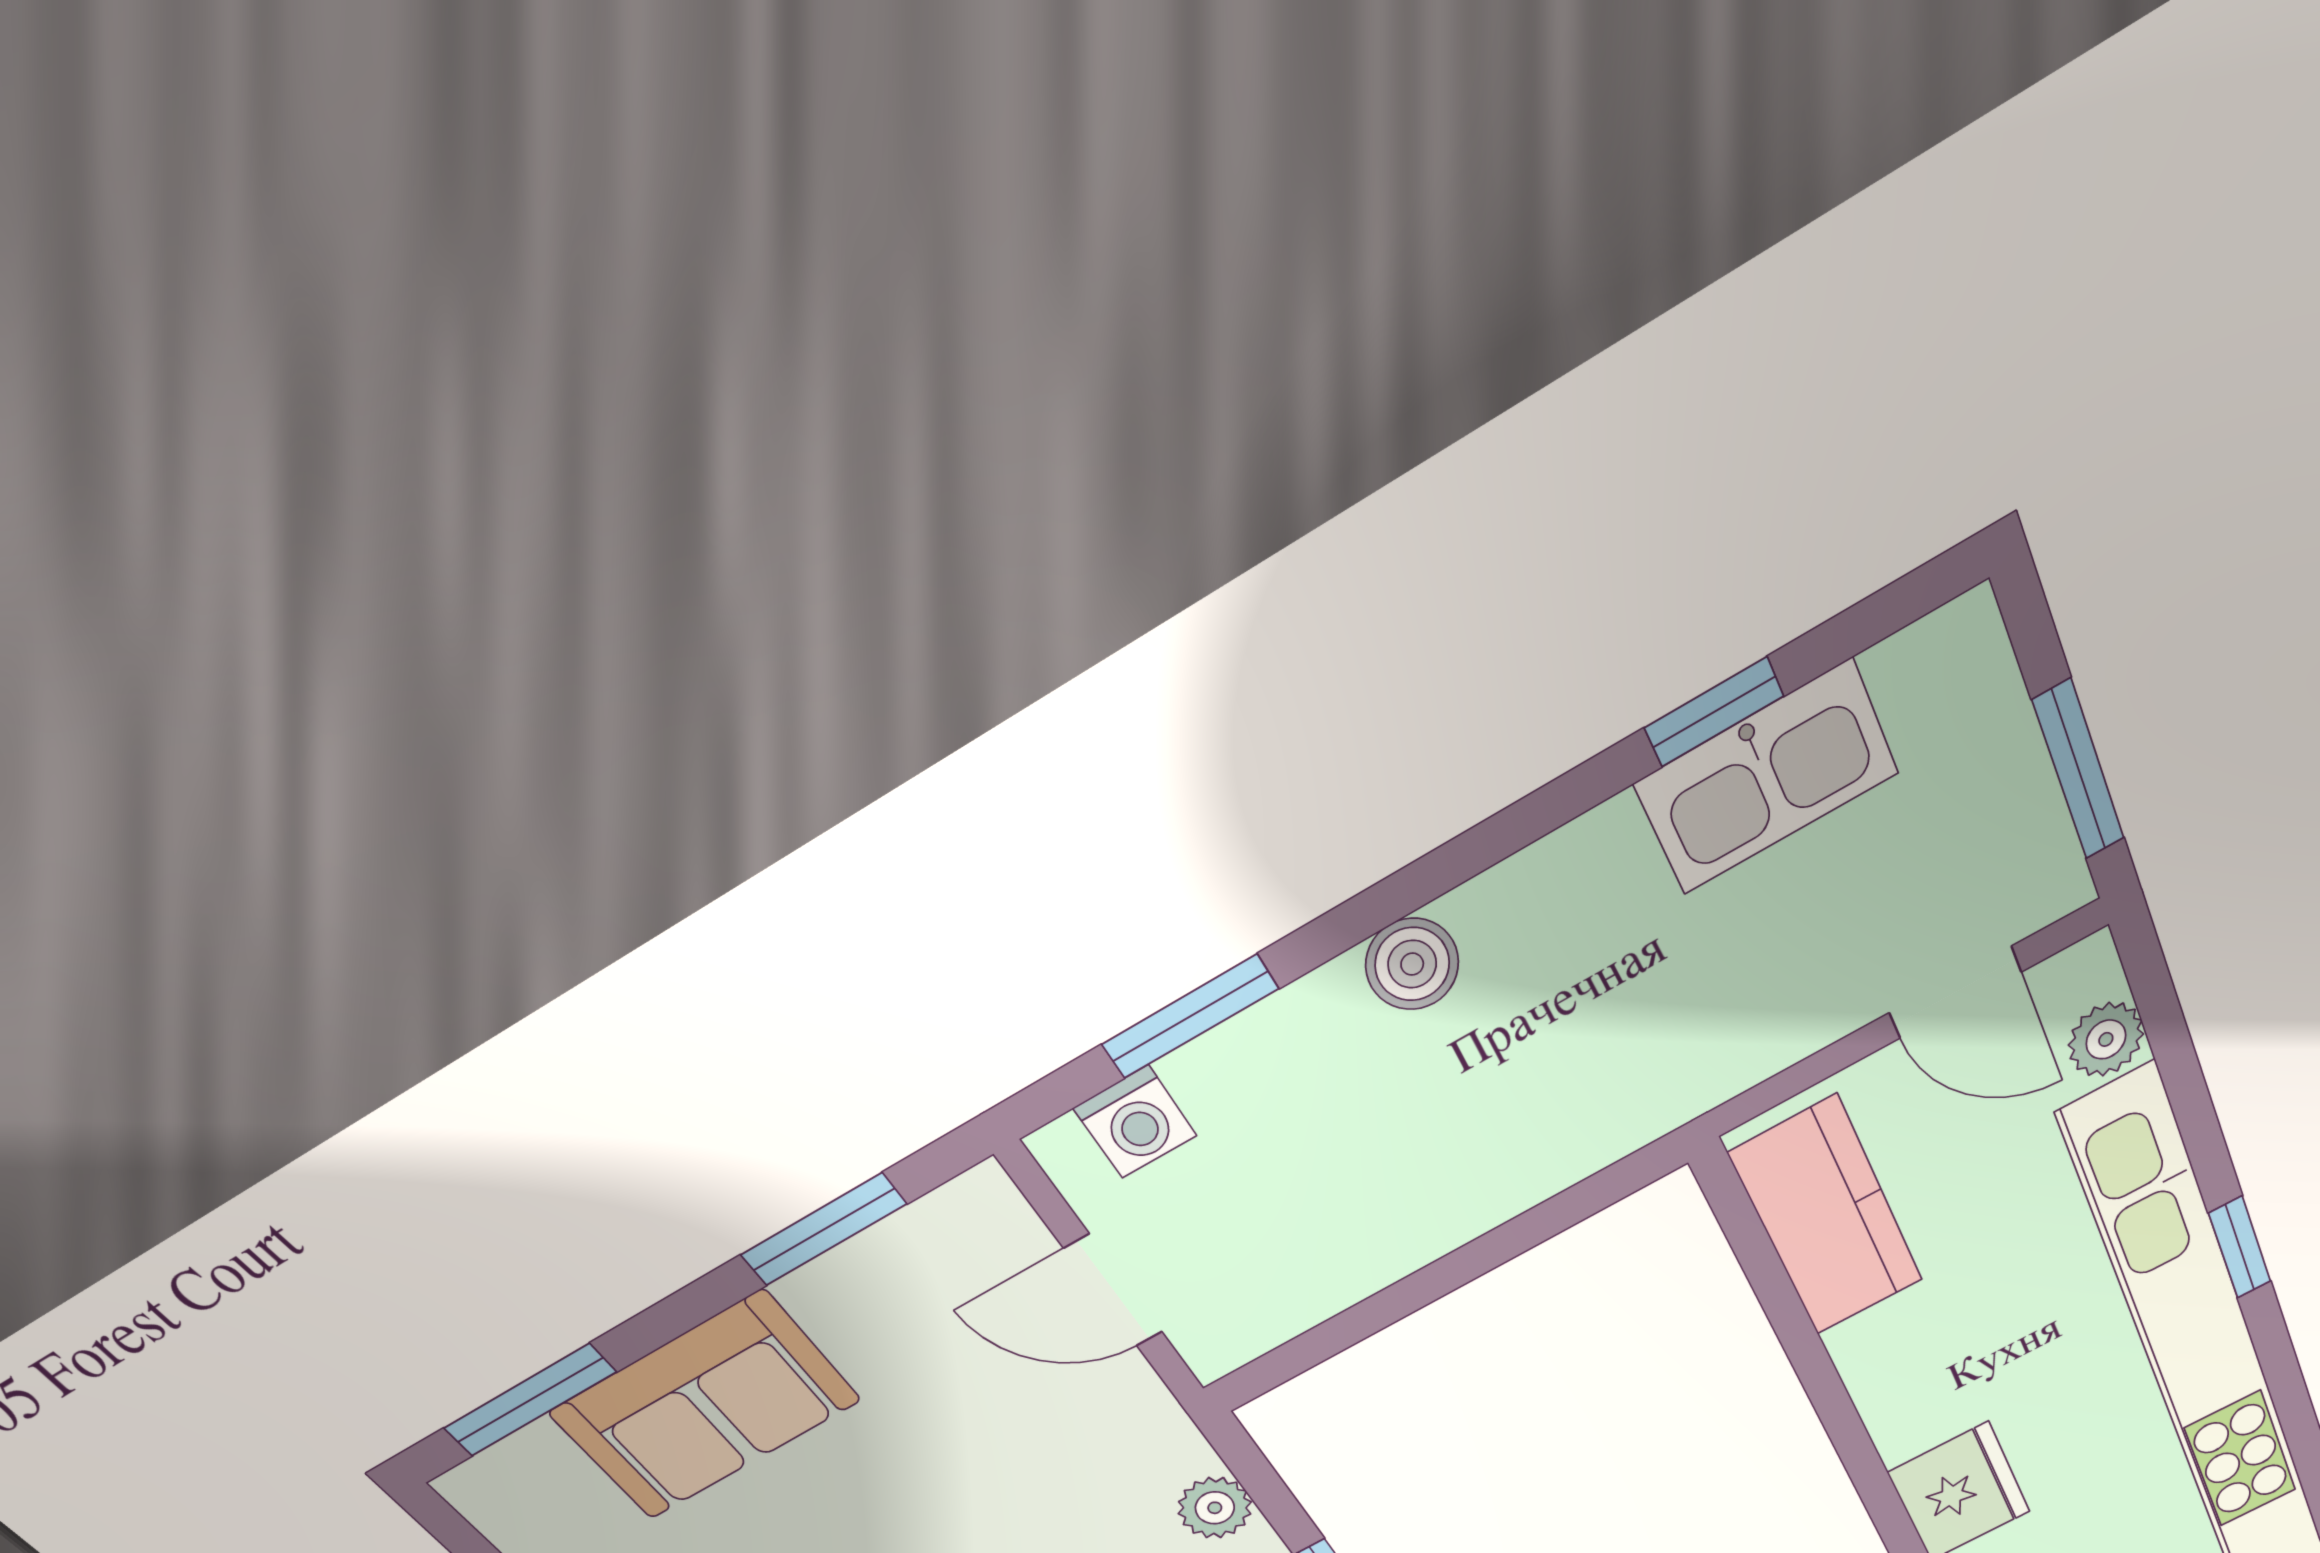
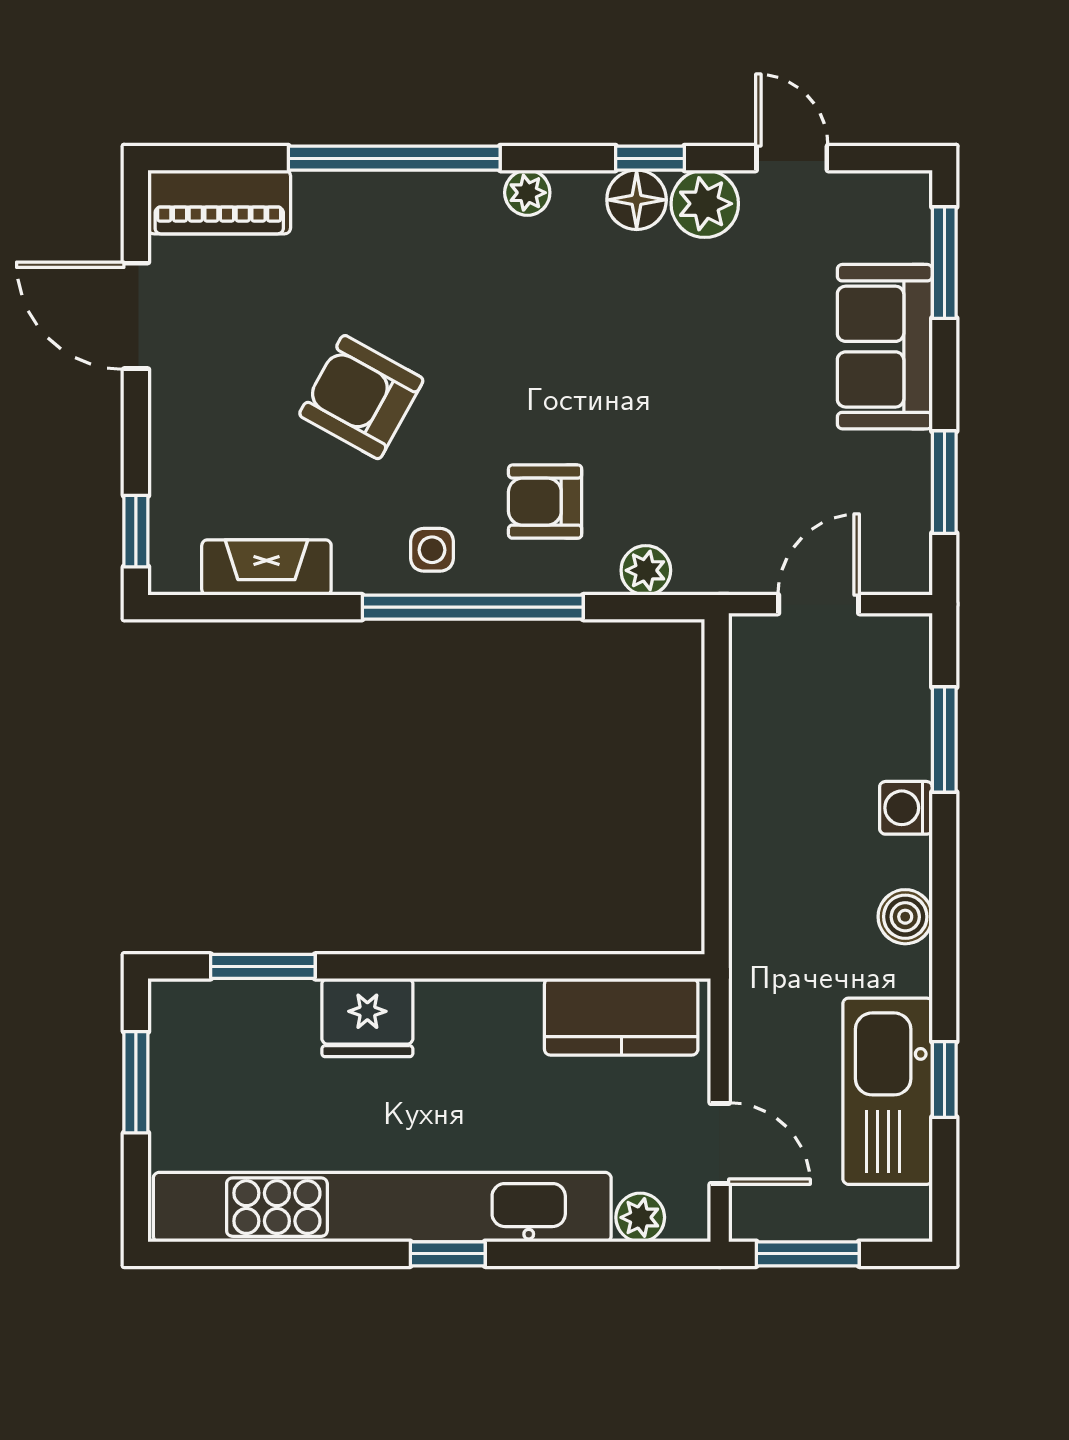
kitchen sink: (1766, 778) -> (888, 1091), width x1.36, depth x1.24
boiler: (1412, 964) -> (905, 917), moved
door: (1955, 992) -> (720, 1143), swing flipped
washing machine: (1135, 1122) -> (906, 808), moved

